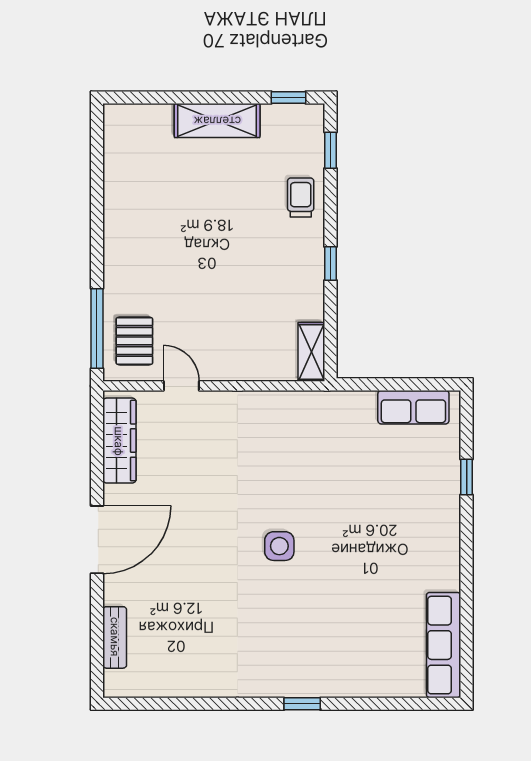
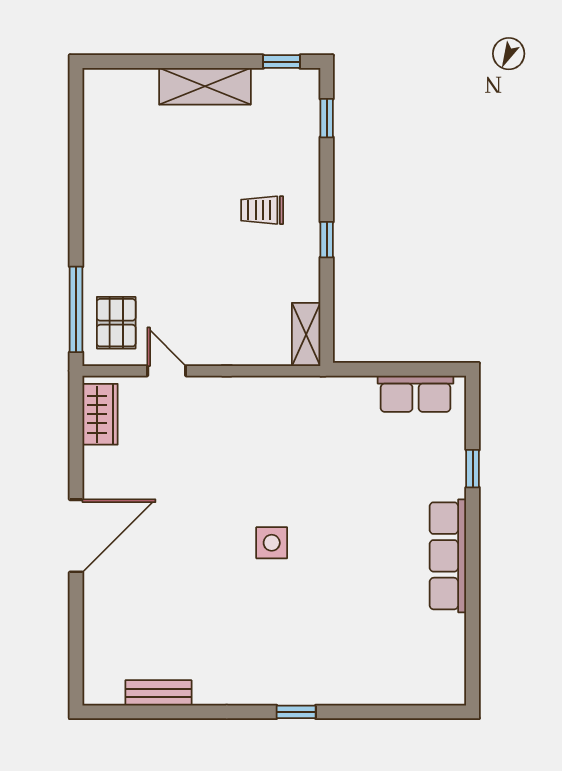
trolley: (301, 197) -> (262, 210), moved, turned -90
wardrobe: (119, 441) -> (100, 414), width x0.67
bench: (115, 637) -> (158, 693), moved, turned 90
row of seats: (444, 645) -> (448, 556), moved

